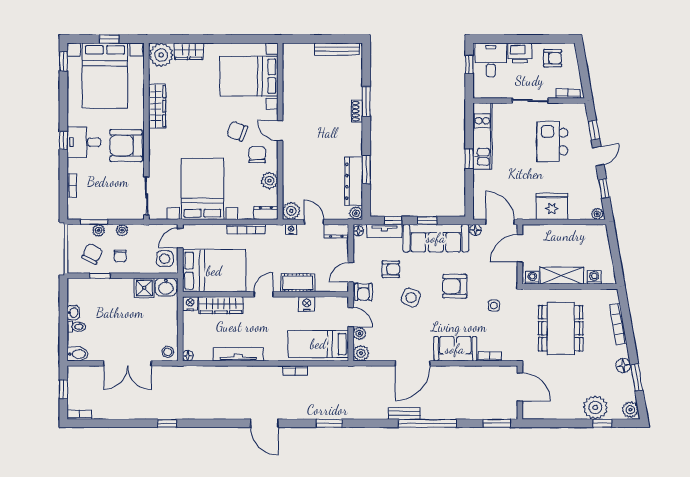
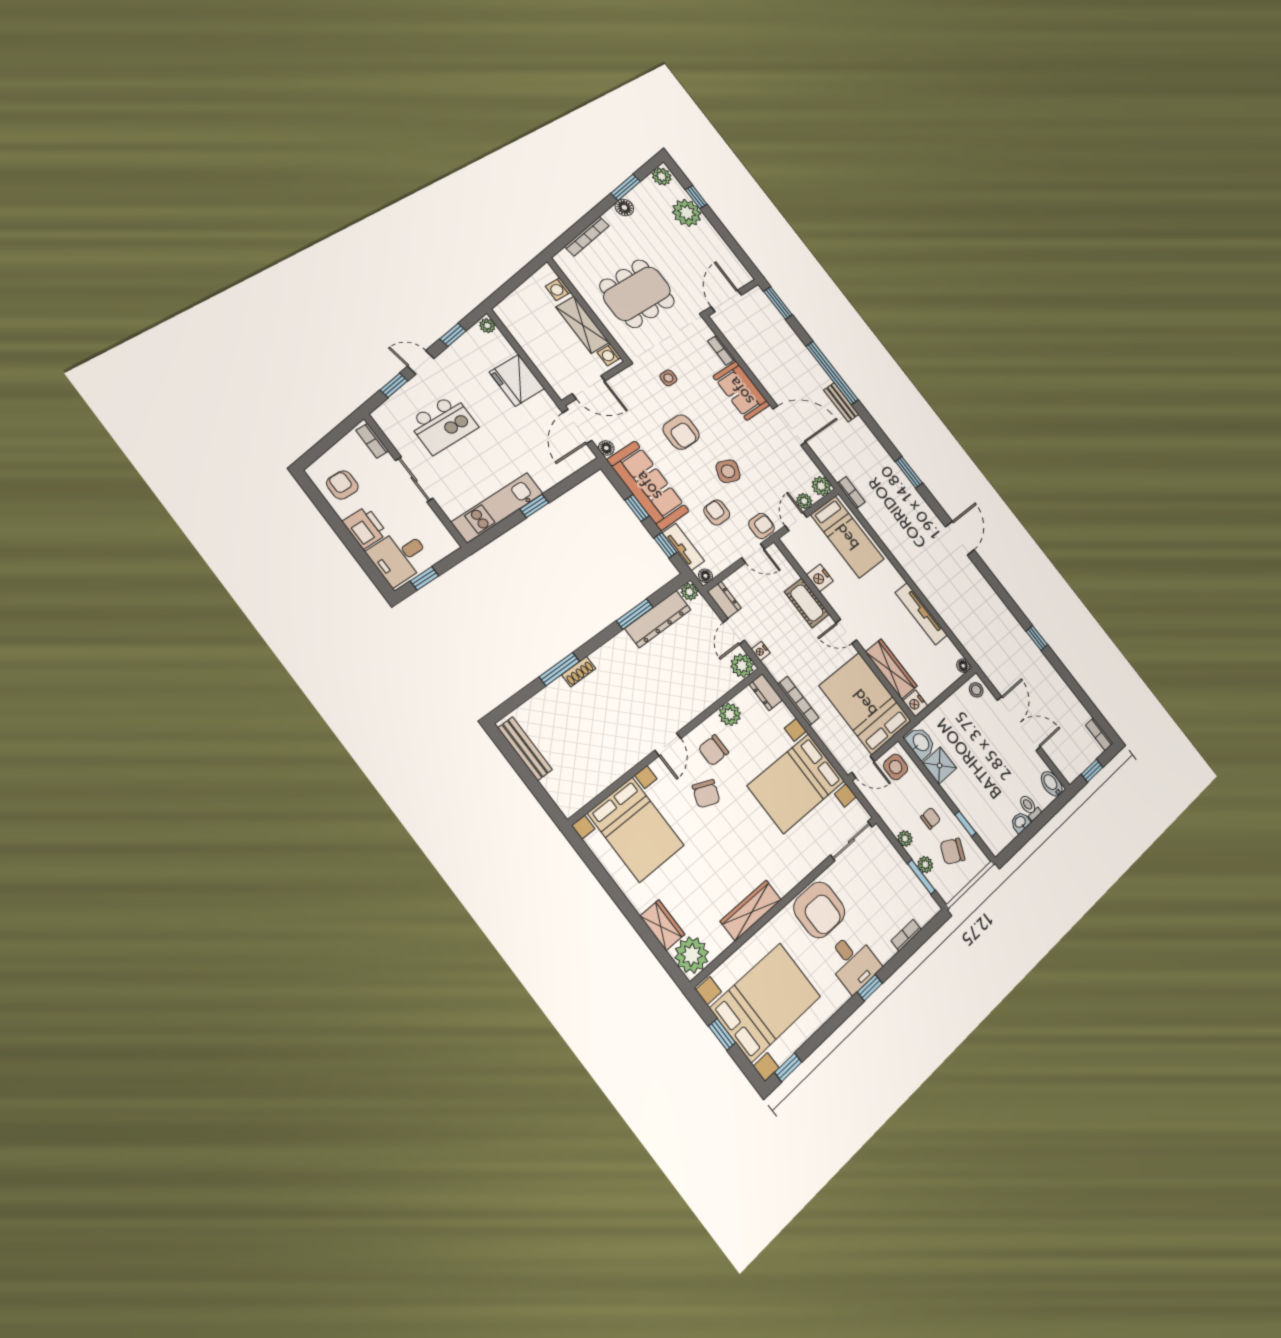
bookcase: (295, 371) -> (851, 493), moved

